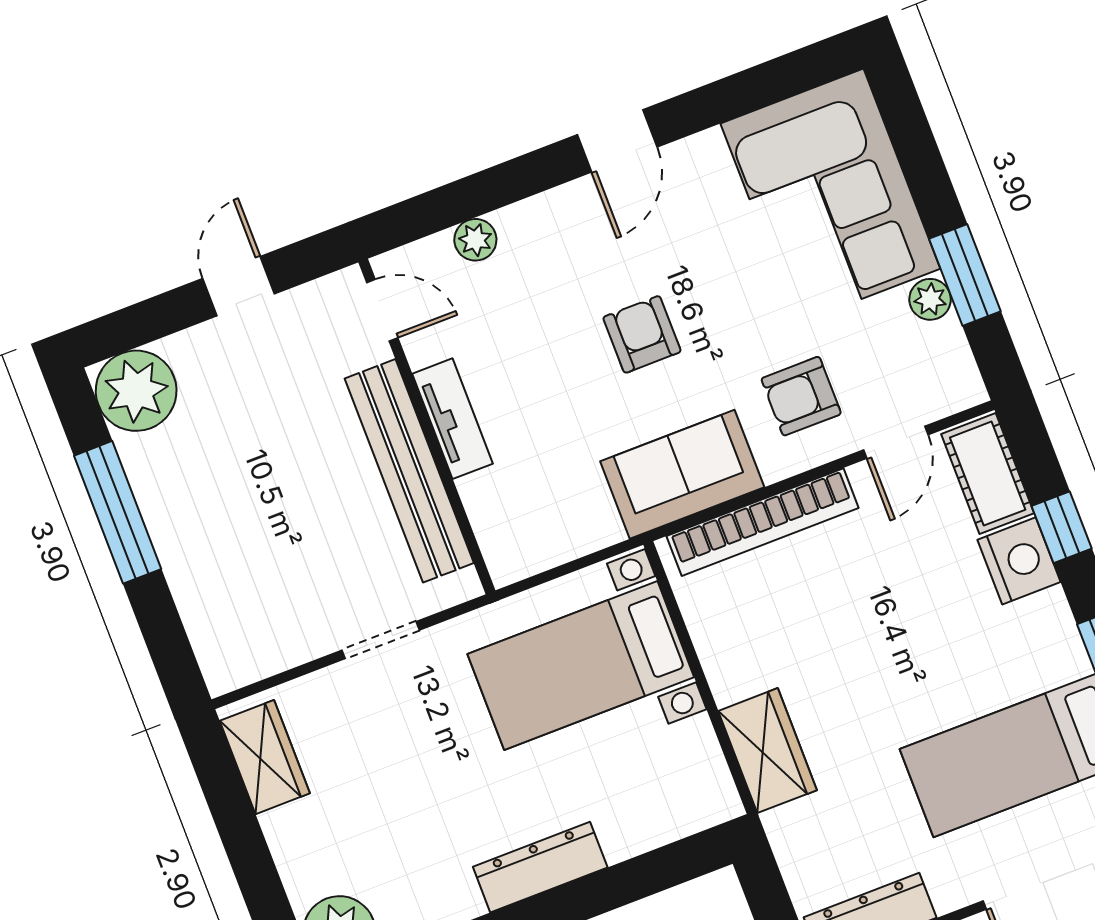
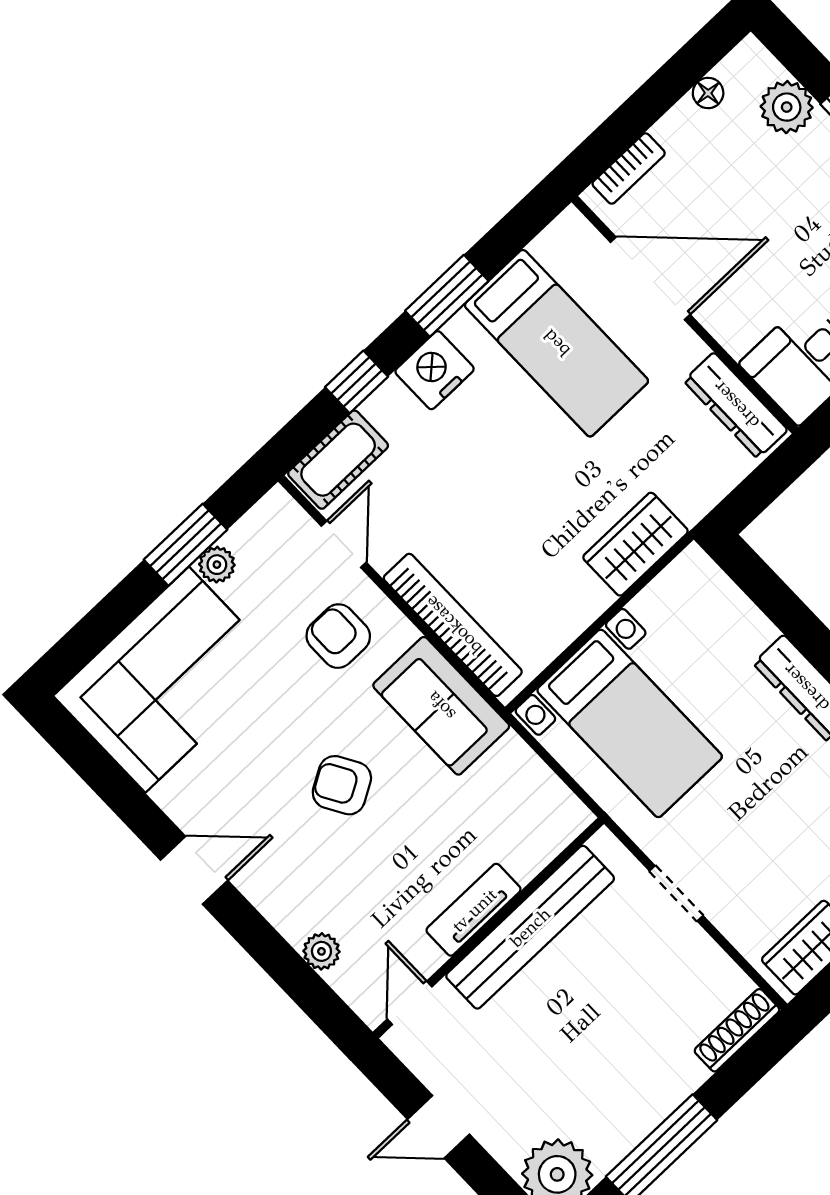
armchair: (642, 334) -> (342, 785), turned 60
armchair: (801, 396) -> (338, 636), turned 180
door: (896, 442) -> (344, 544), hinge flipped
nightstand: (1019, 561) -> (435, 370), moved
shoe rack: (209, 644) -> (737, 1030), added

